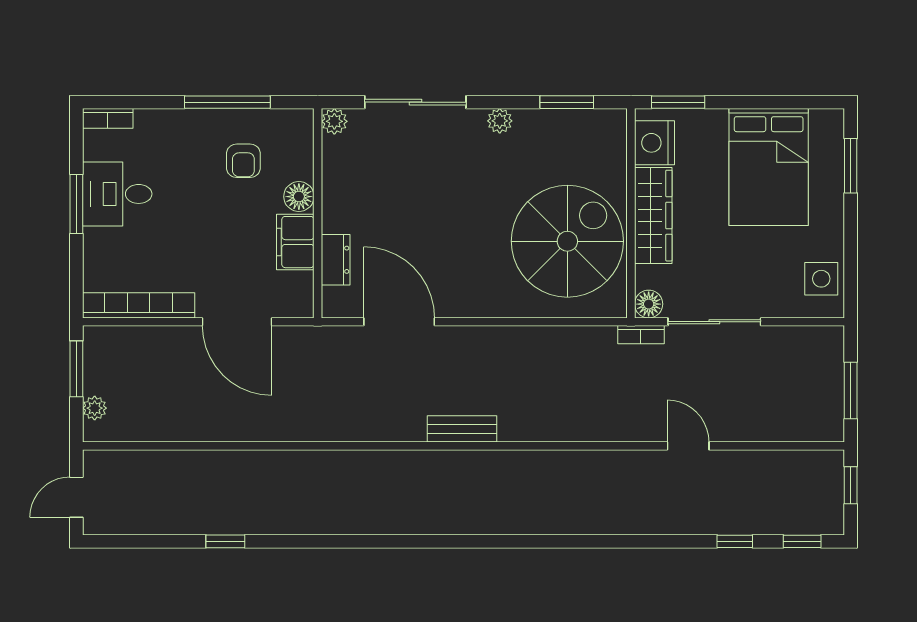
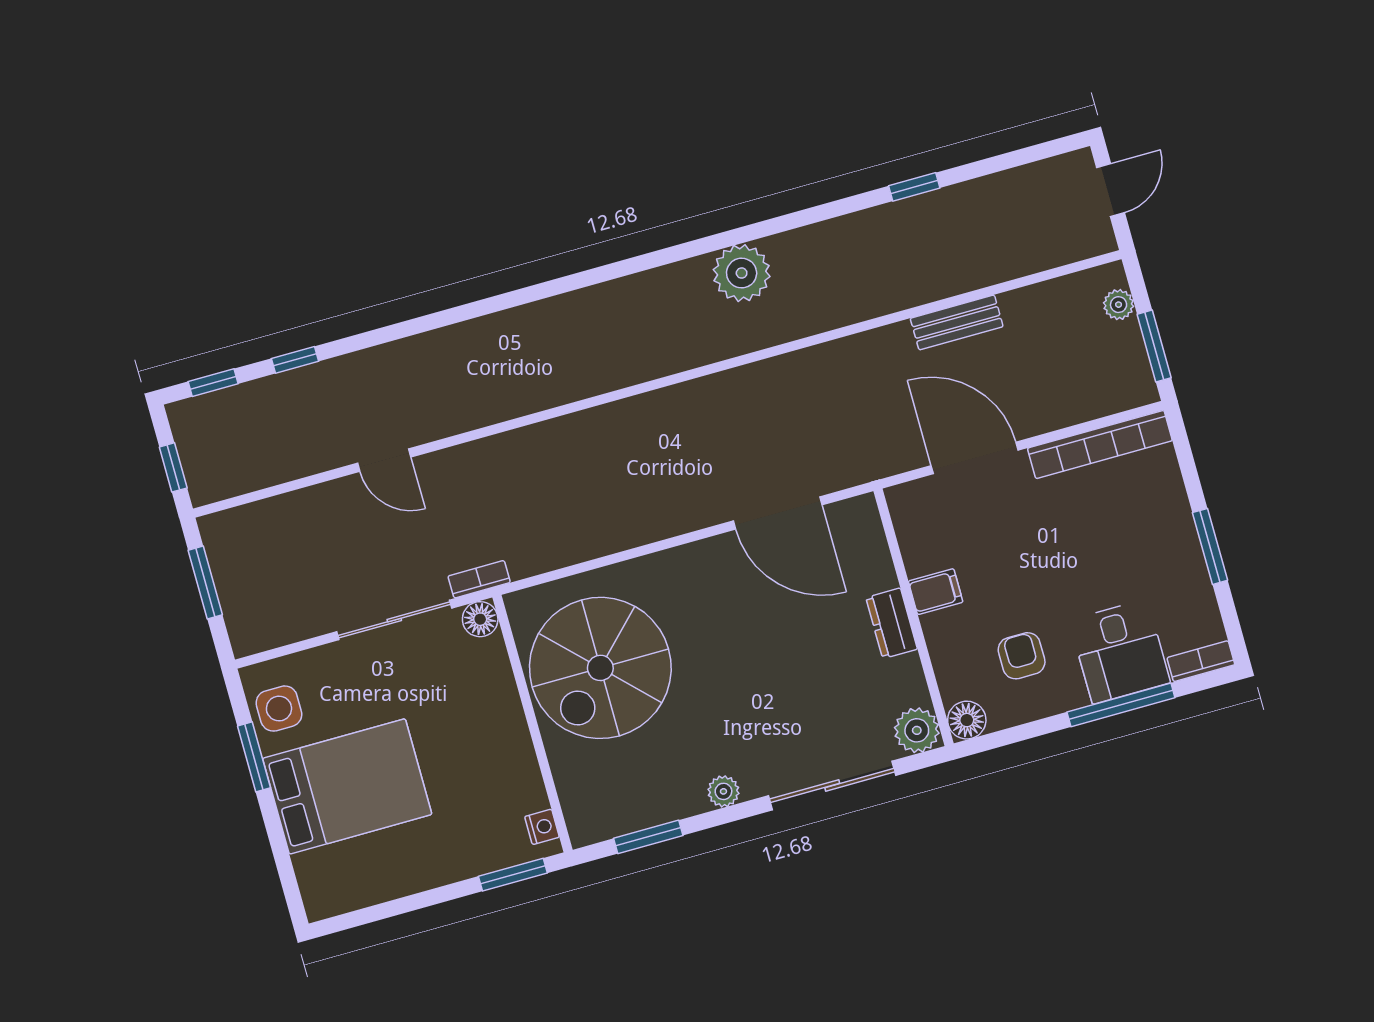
window: (227, 102) -> (1121, 705), moved
plant: (334, 121) -> (917, 730), width x1.38, depth x1.38
nightstand: (655, 143) -> (542, 827), width x0.53, depth x0.56
window: (851, 166) -> (254, 757), moved
bed: (769, 167) -> (347, 786), moved, turned 90
desk: (117, 194) -> (1120, 652), moved, turned 90
floor lamp: (299, 197) -> (967, 720), moved
wardrobe: (653, 216) -> (505, 728), removed
filing cabinet: (295, 242) -> (936, 592), width x0.50
dresser: (336, 260) -> (892, 623), moved
bench: (462, 429) -> (957, 322), moved
plant: (375, 512) -> (742, 273), added

